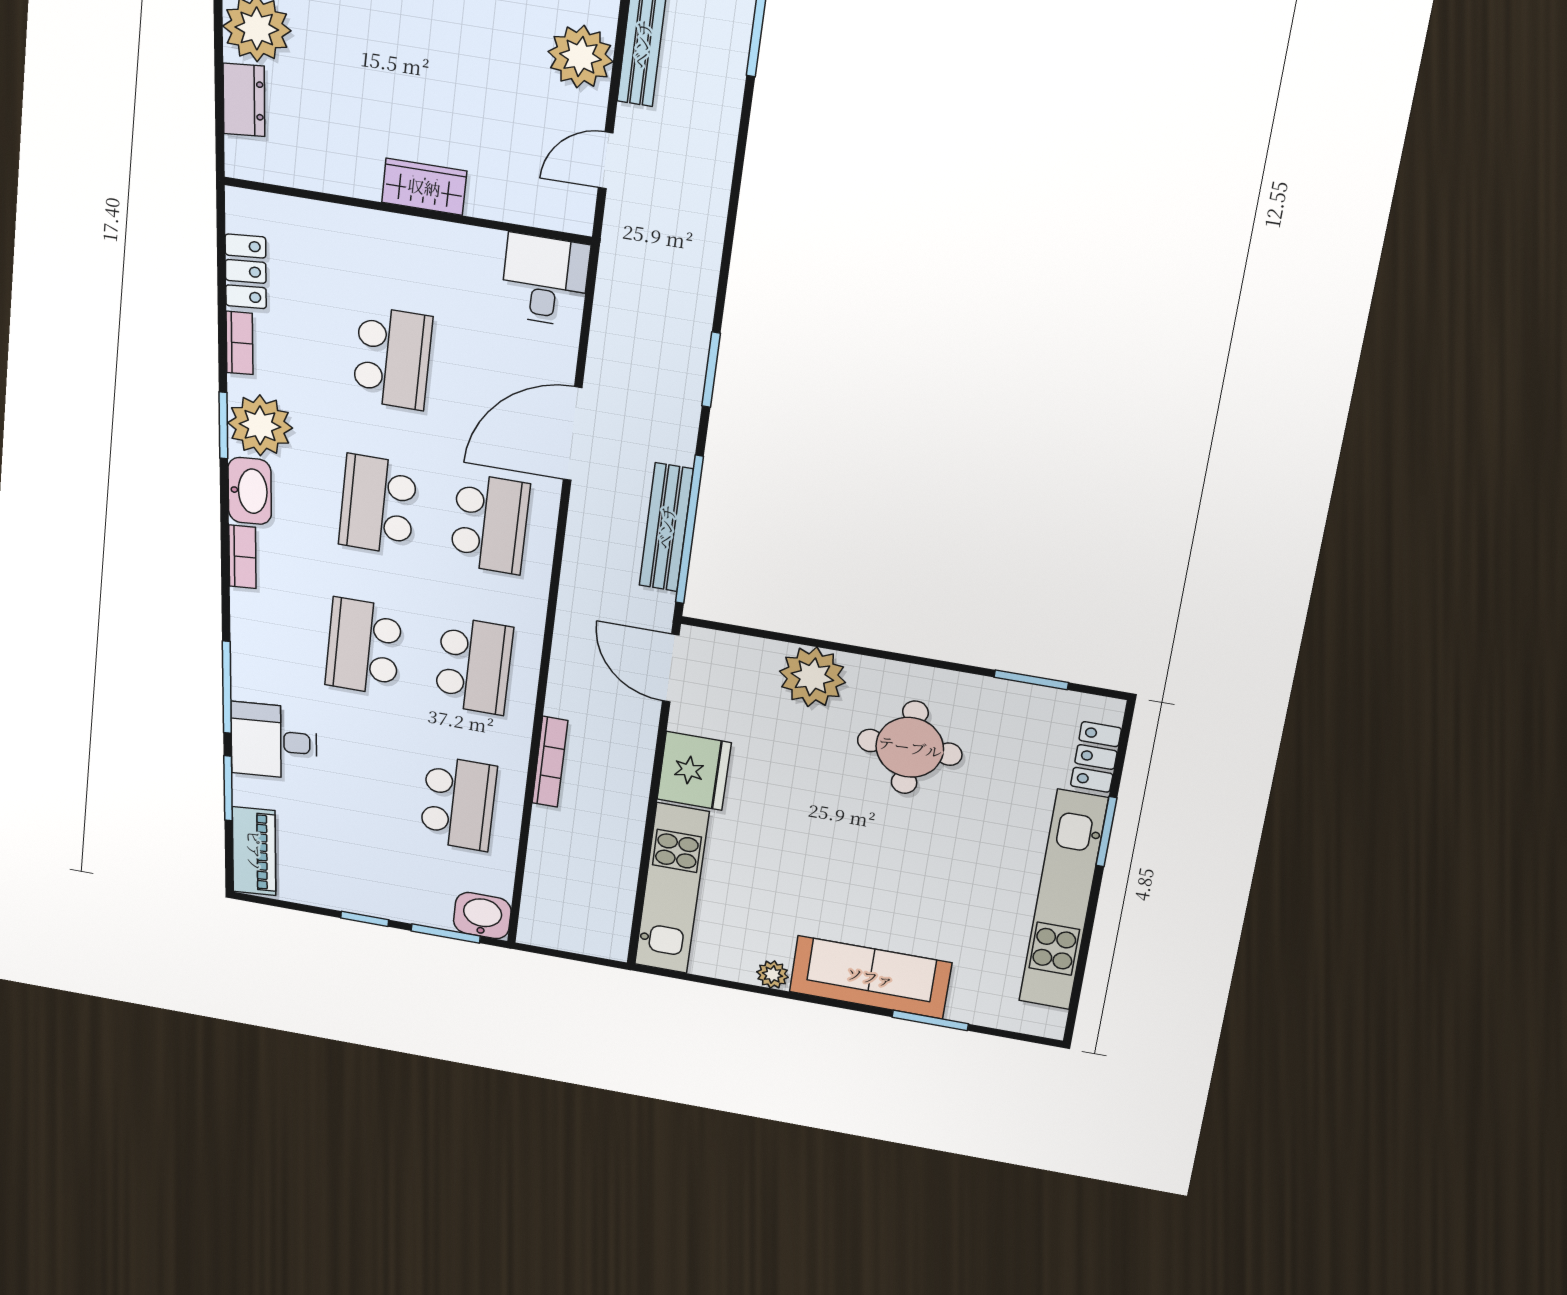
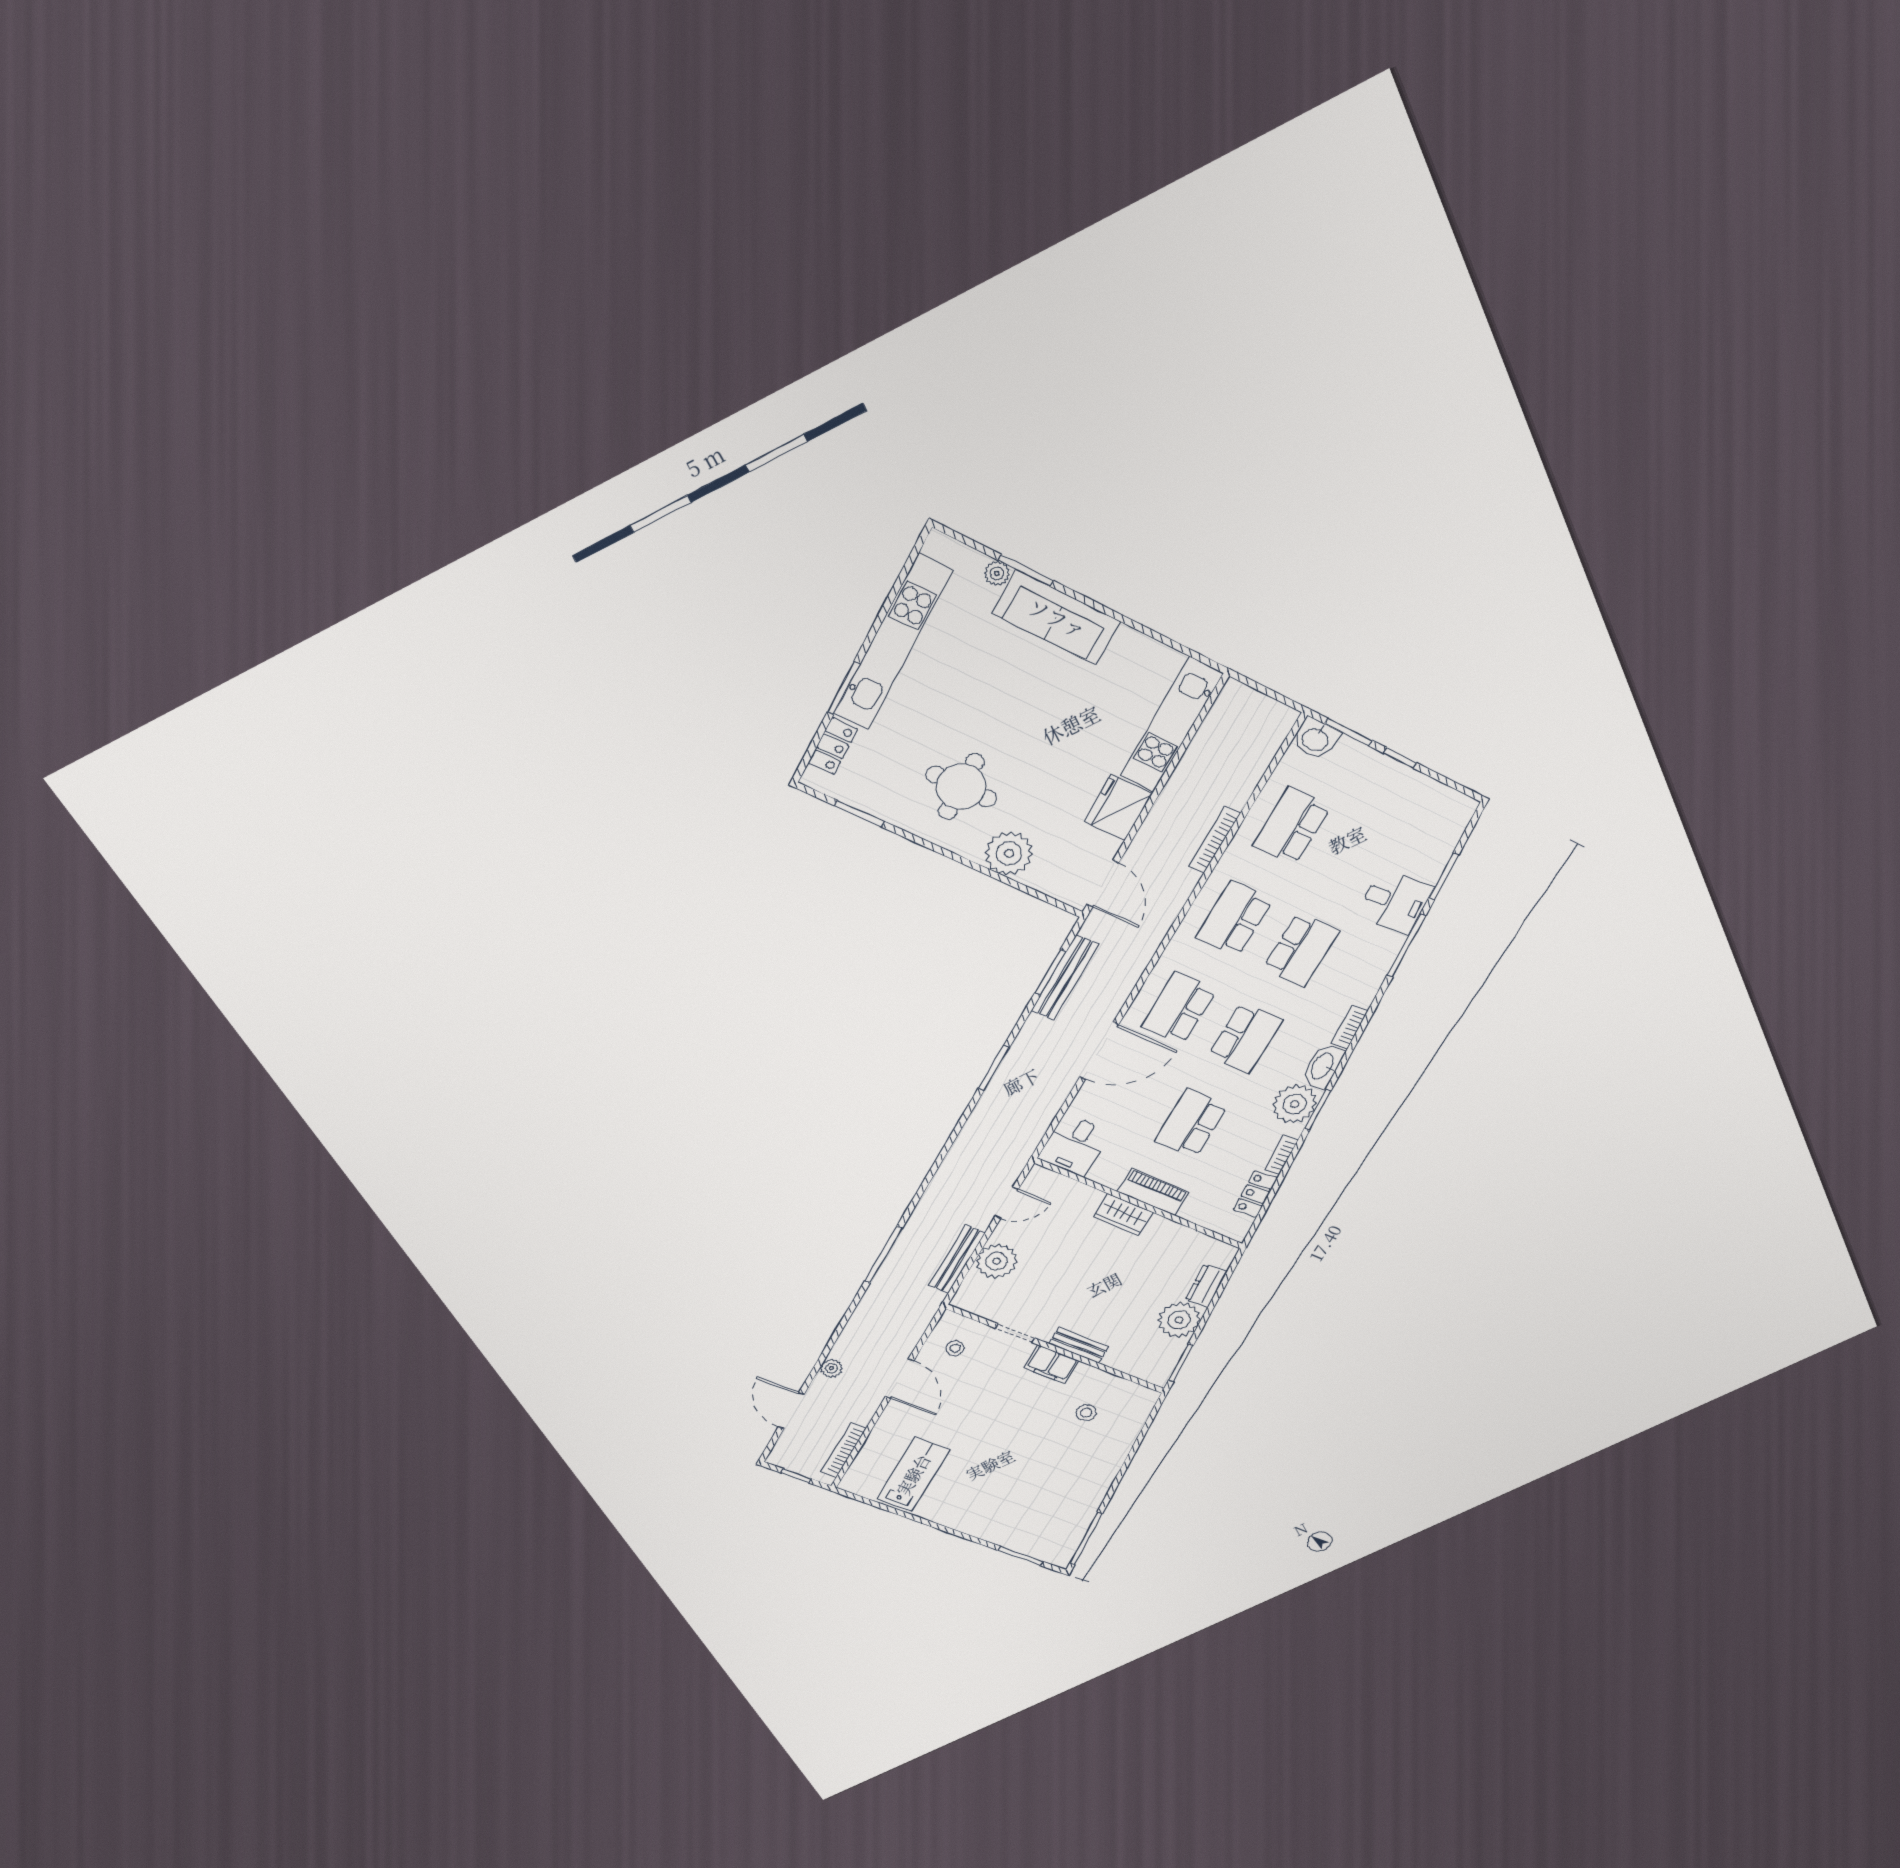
window: (689, 530) -> (1050, 972), width x0.47
piano: (254, 851) -> (1153, 1192), moved, turned 95
plant: (773, 975) -> (997, 574), moved

